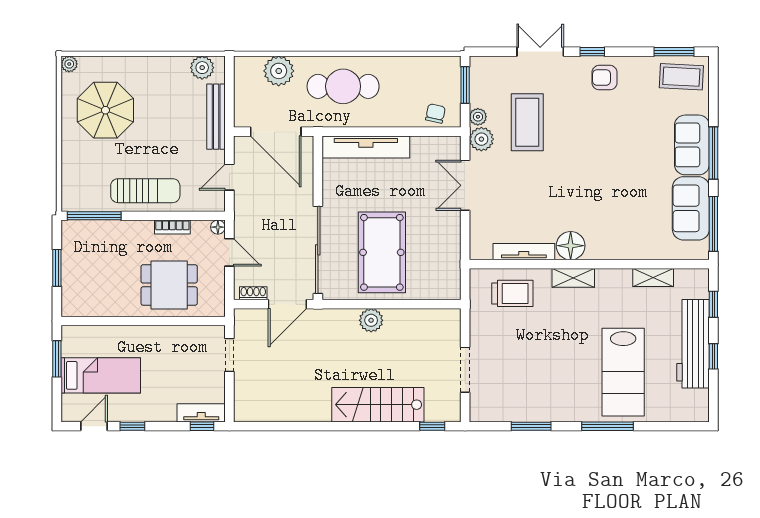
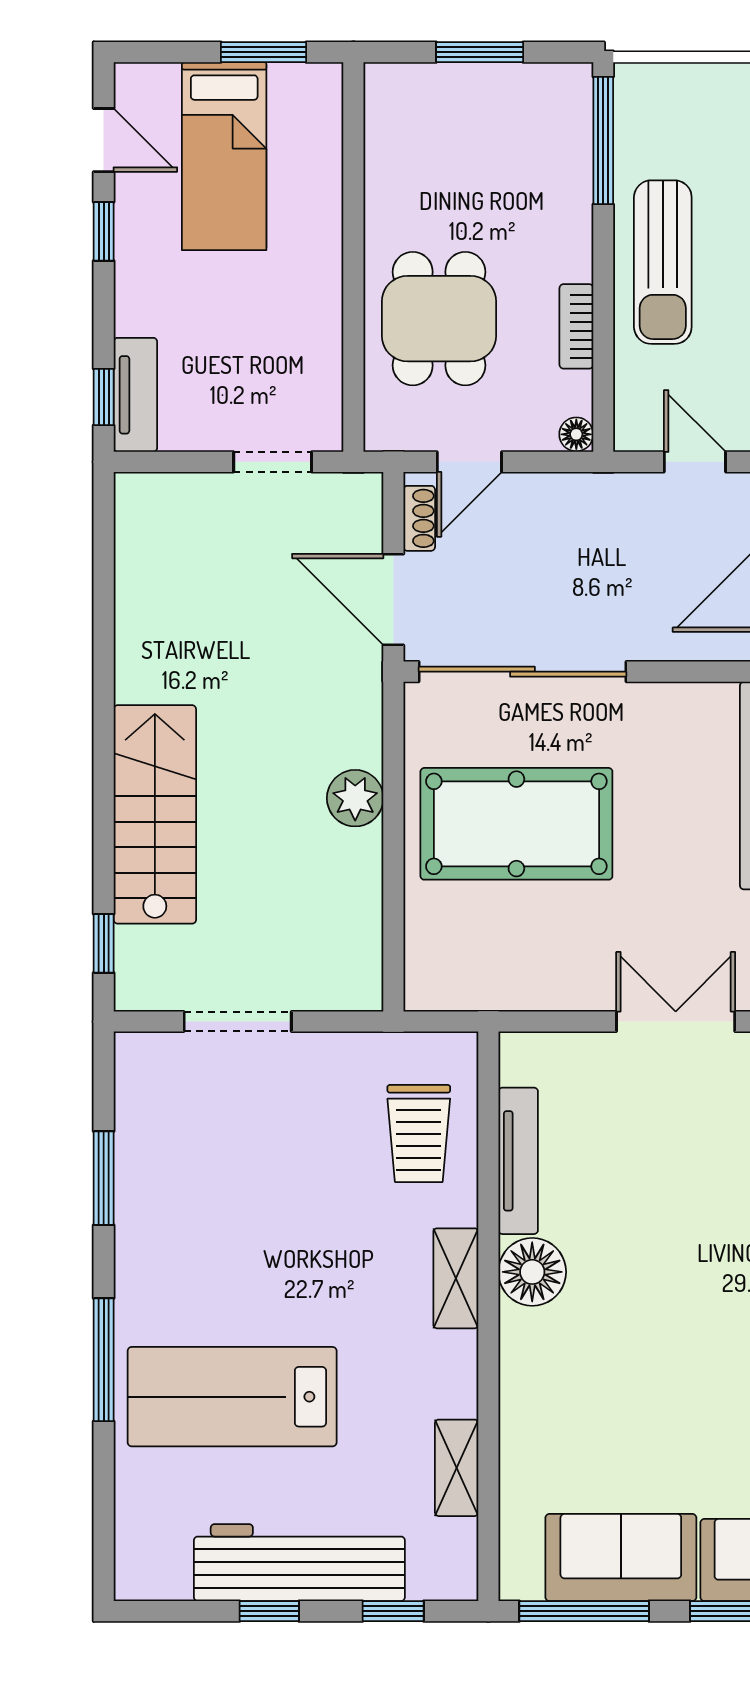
door: (229, 252) -> (469, 462), moved

